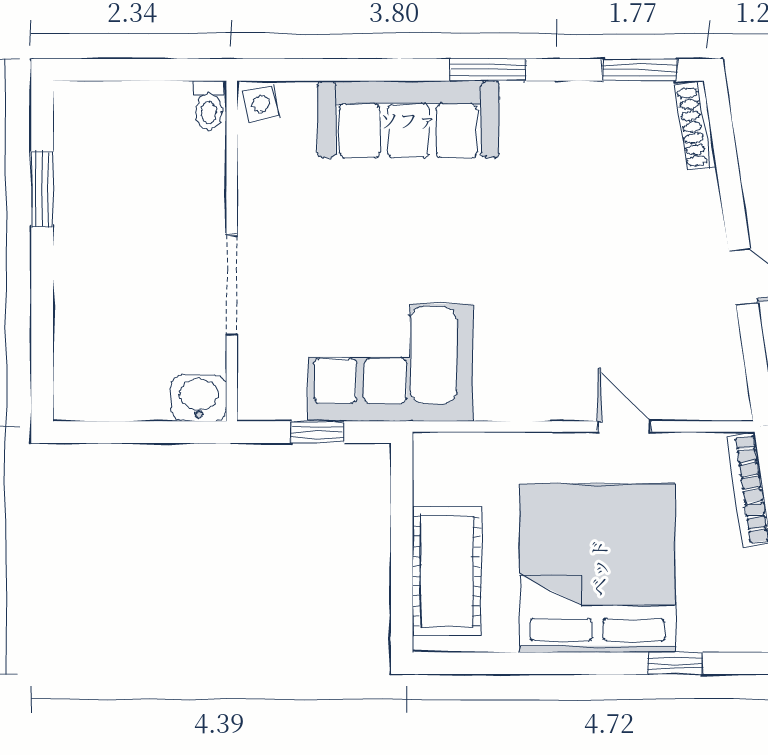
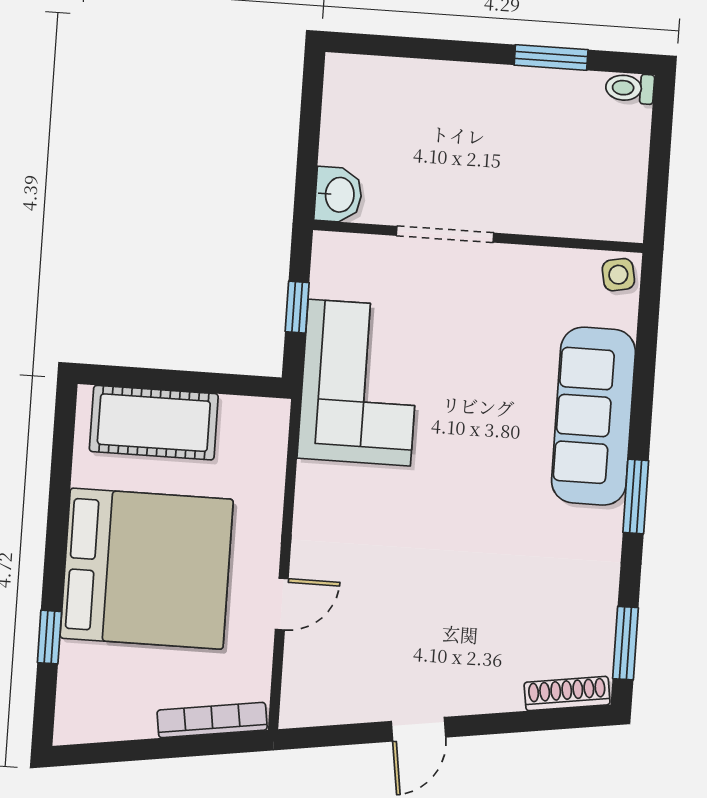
toilet: (209, 105) -> (630, 88), moved

